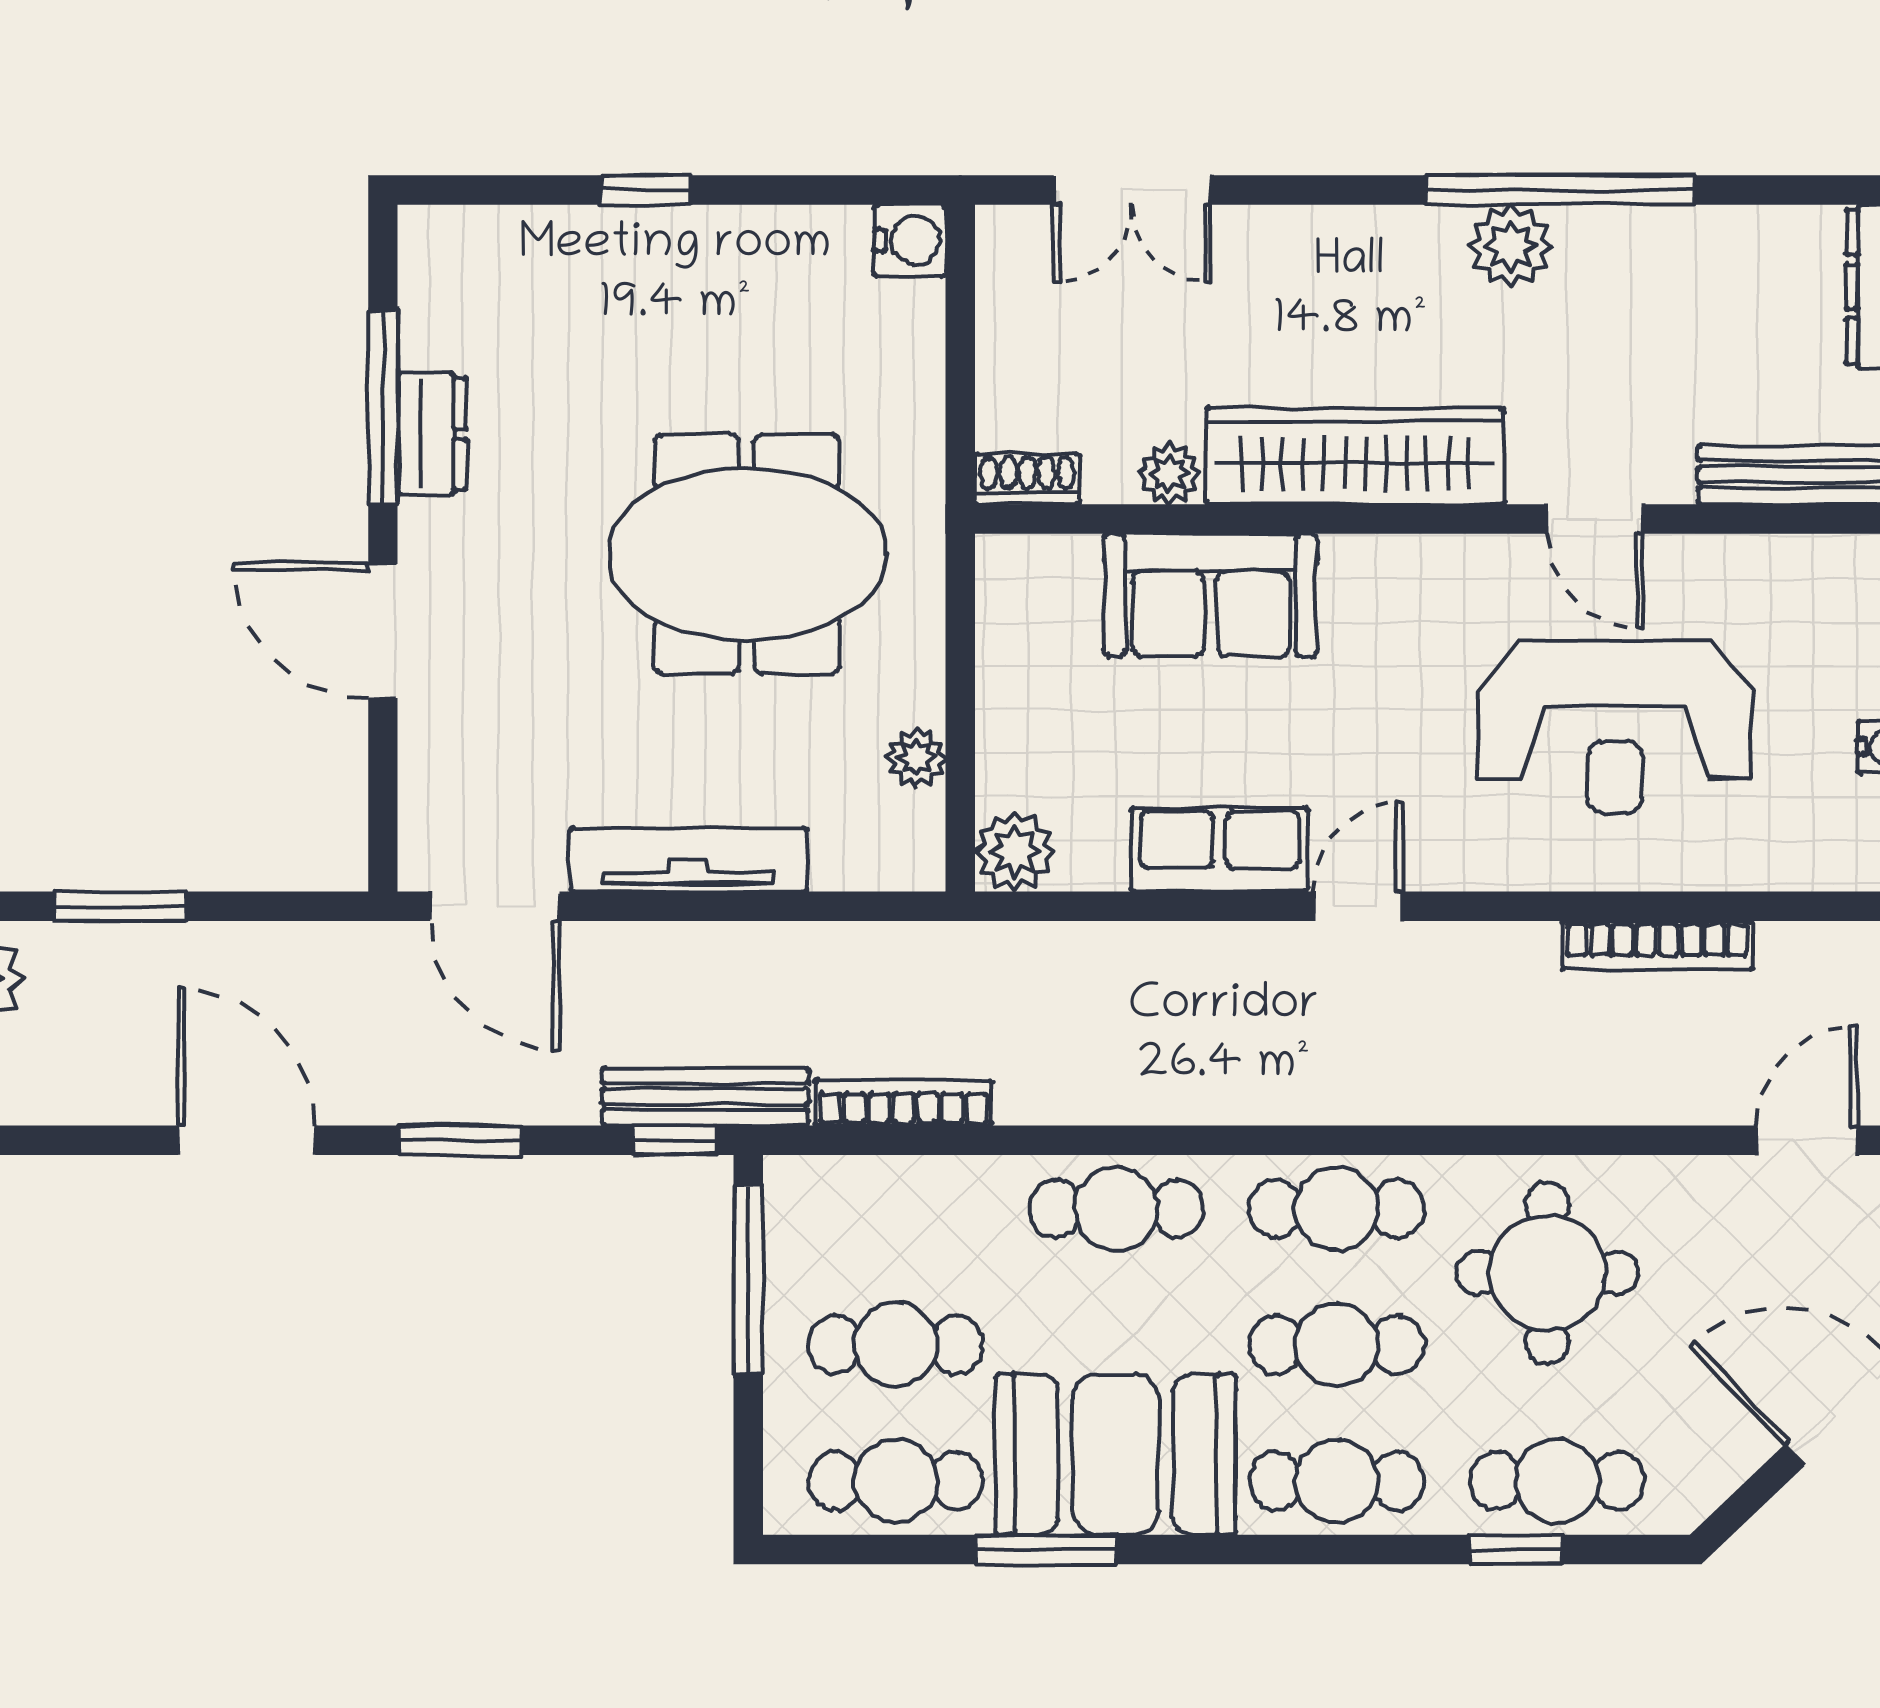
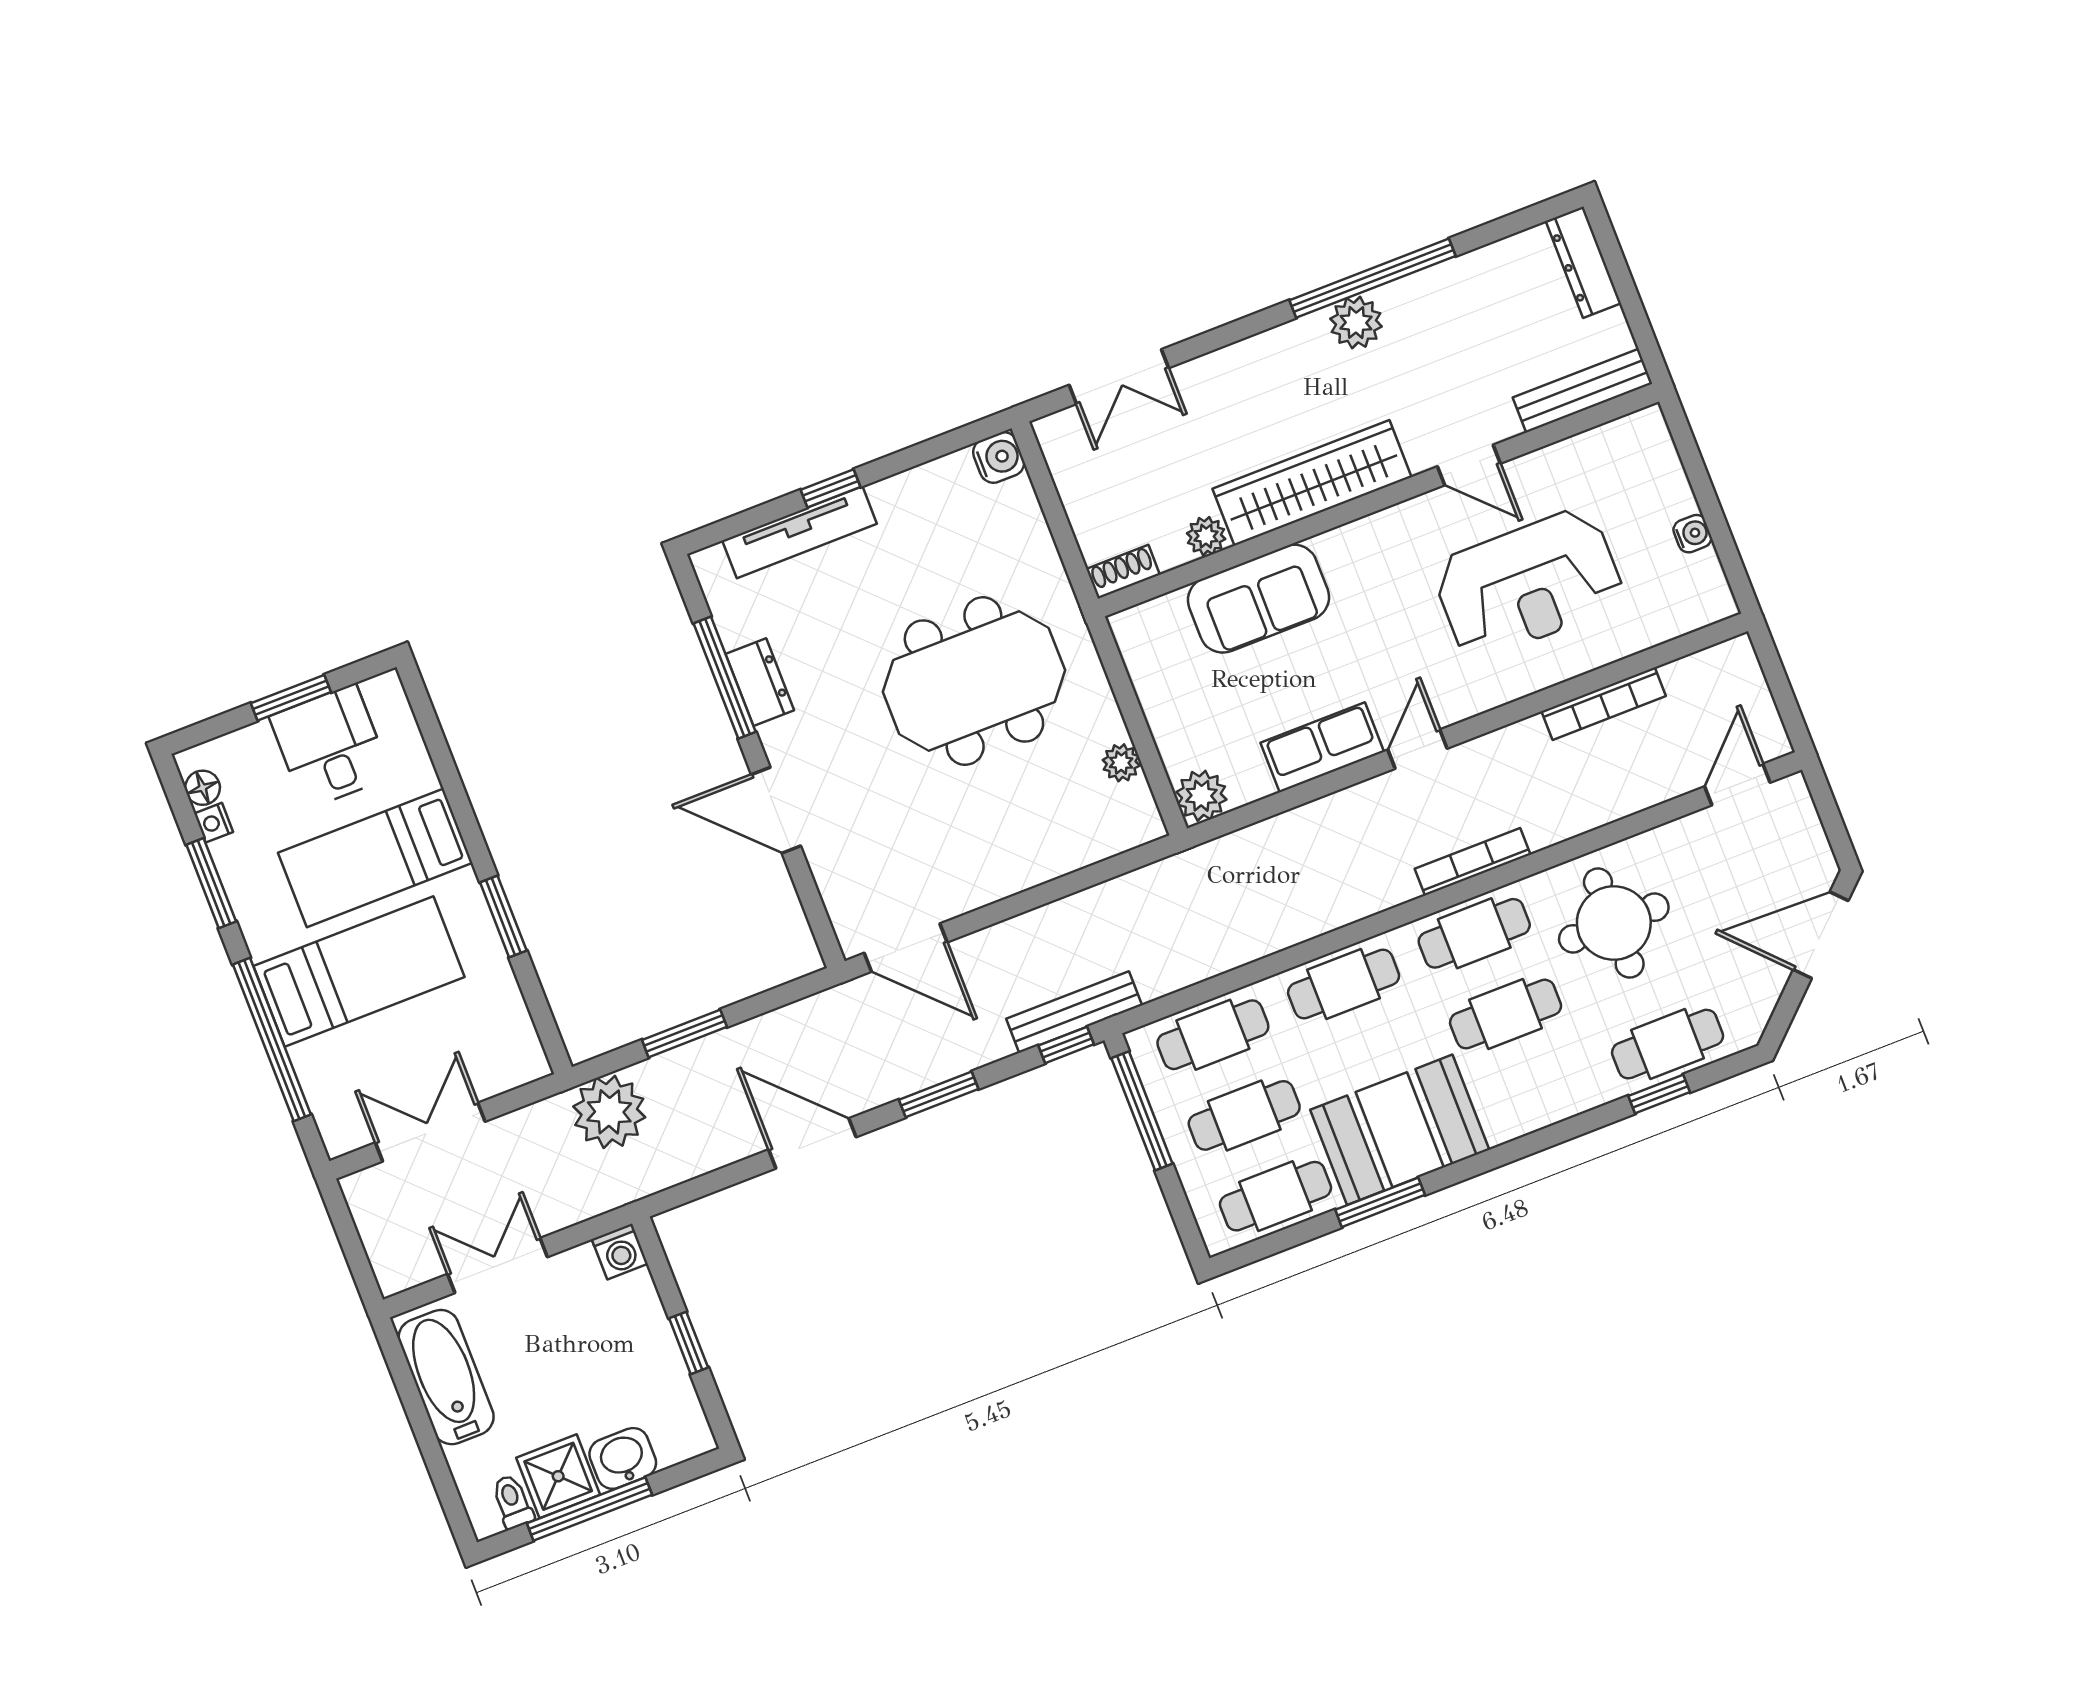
tv unit: (689, 860) -> (800, 532), moved, turned 180
bookcase: (904, 1103) -> (1473, 862), moved
cafe table: (1337, 1481) -> (1213, 1035), moved

